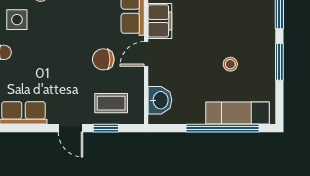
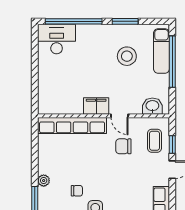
chair: (103, 59) -> (123, 146), turned 90
stool: (230, 64) -> (127, 56), width x1.89, depth x1.89

